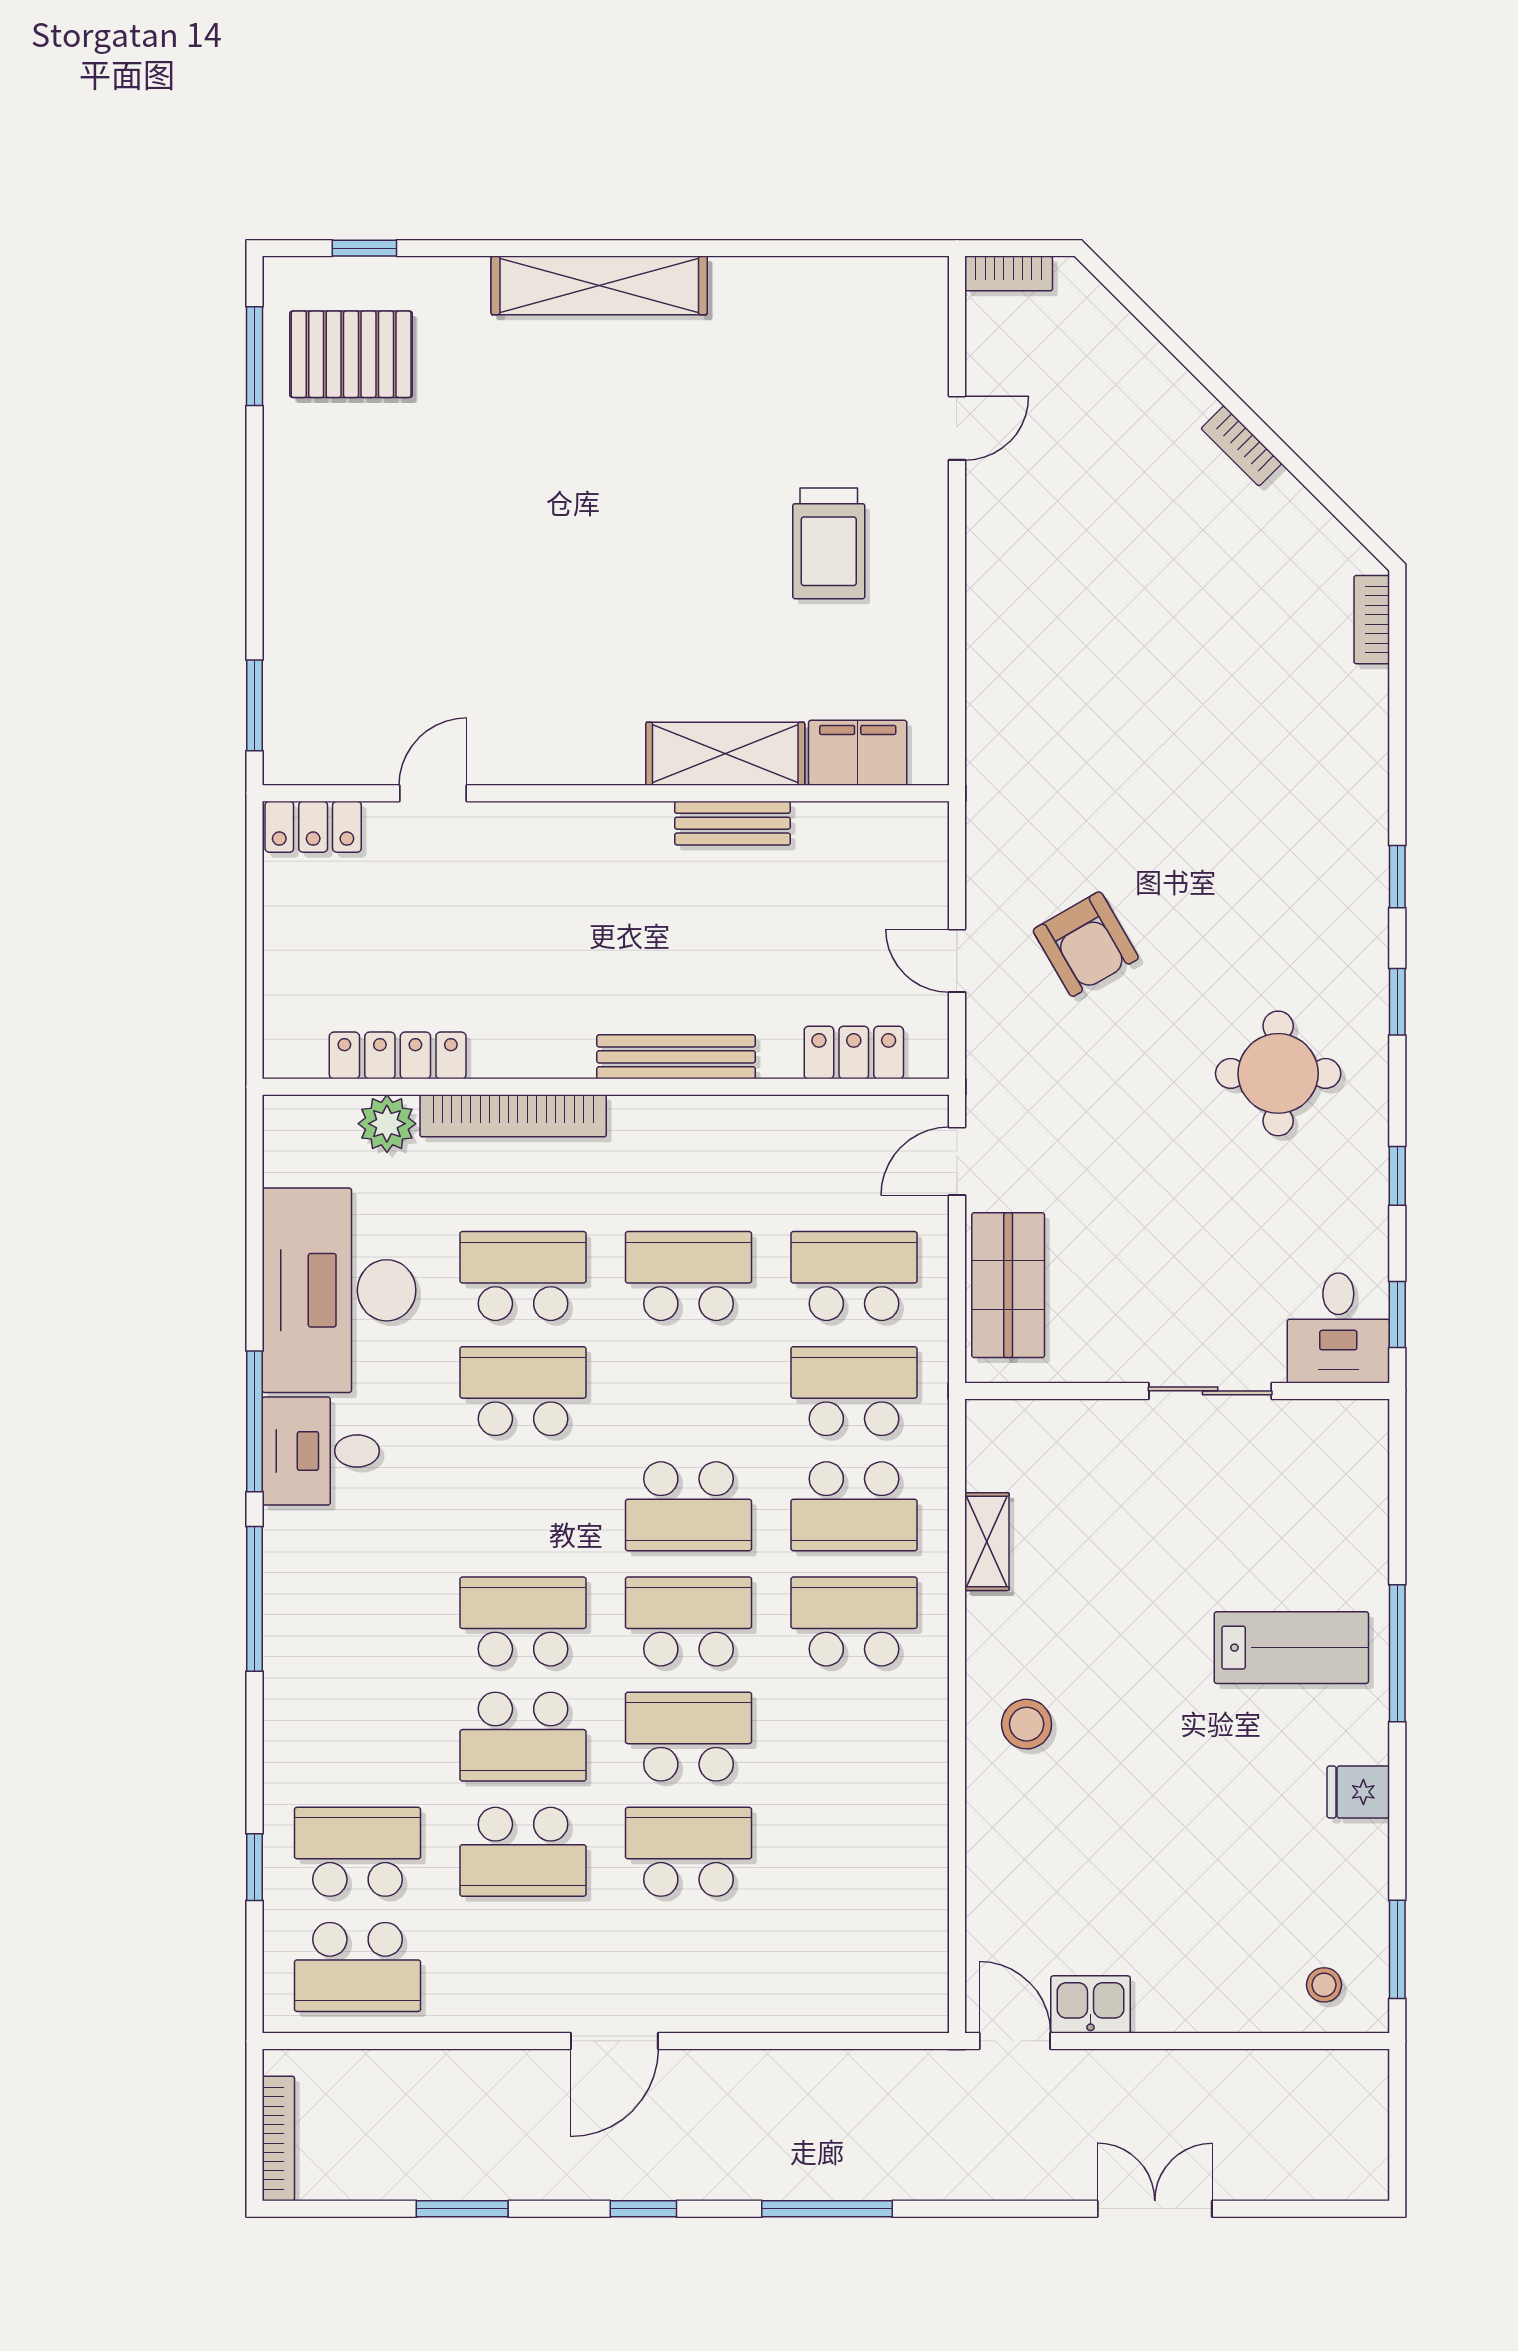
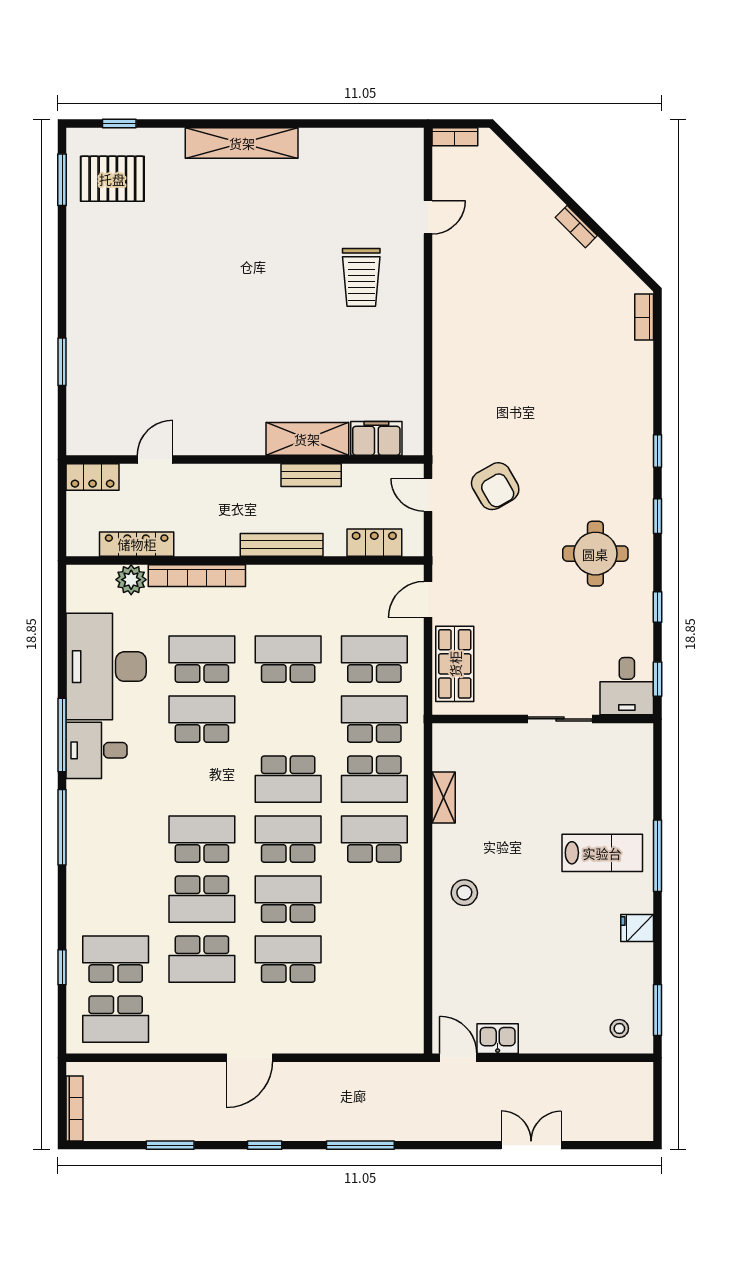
filing cabinet: (858, 753) -> (376, 438), moved
shelving: (725, 754) -> (307, 439), moved
door: (433, 793) -> (155, 459), moved
wall: (606, 793) -> (245, 459), moved
bench: (732, 823) -> (311, 475), moved
locker: (313, 827) -> (93, 477), moved

